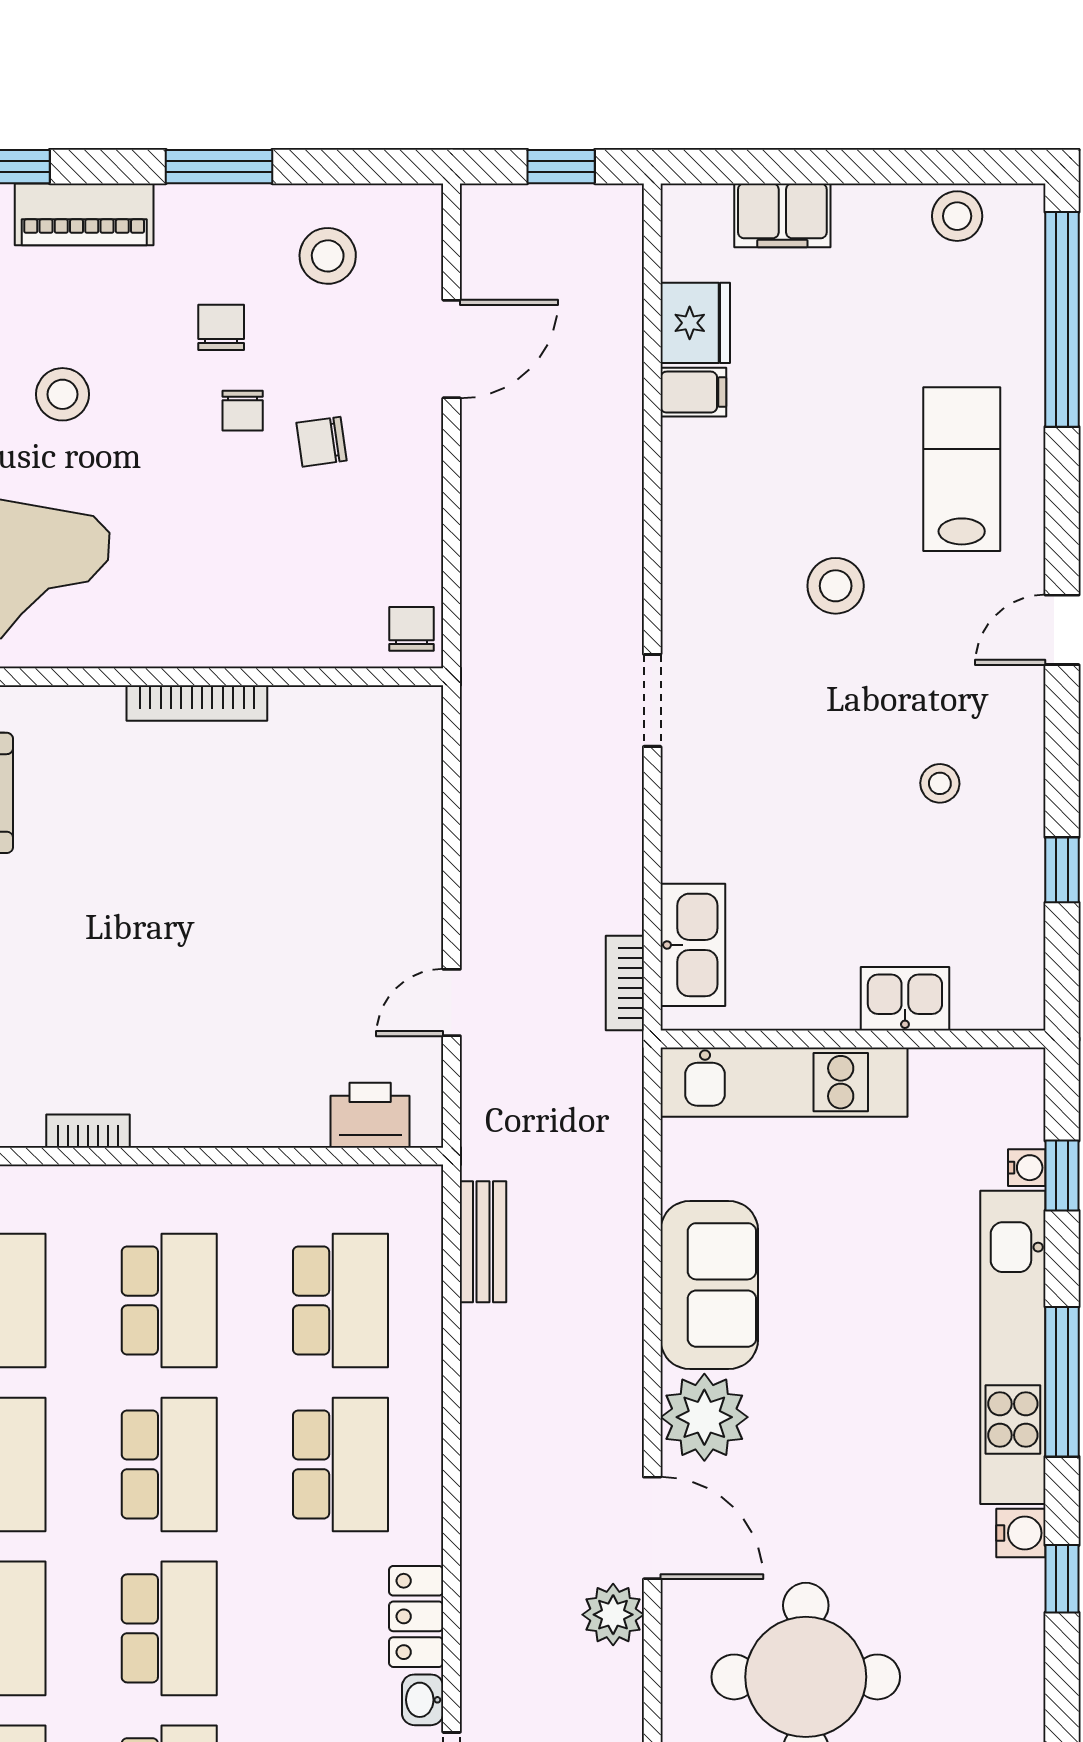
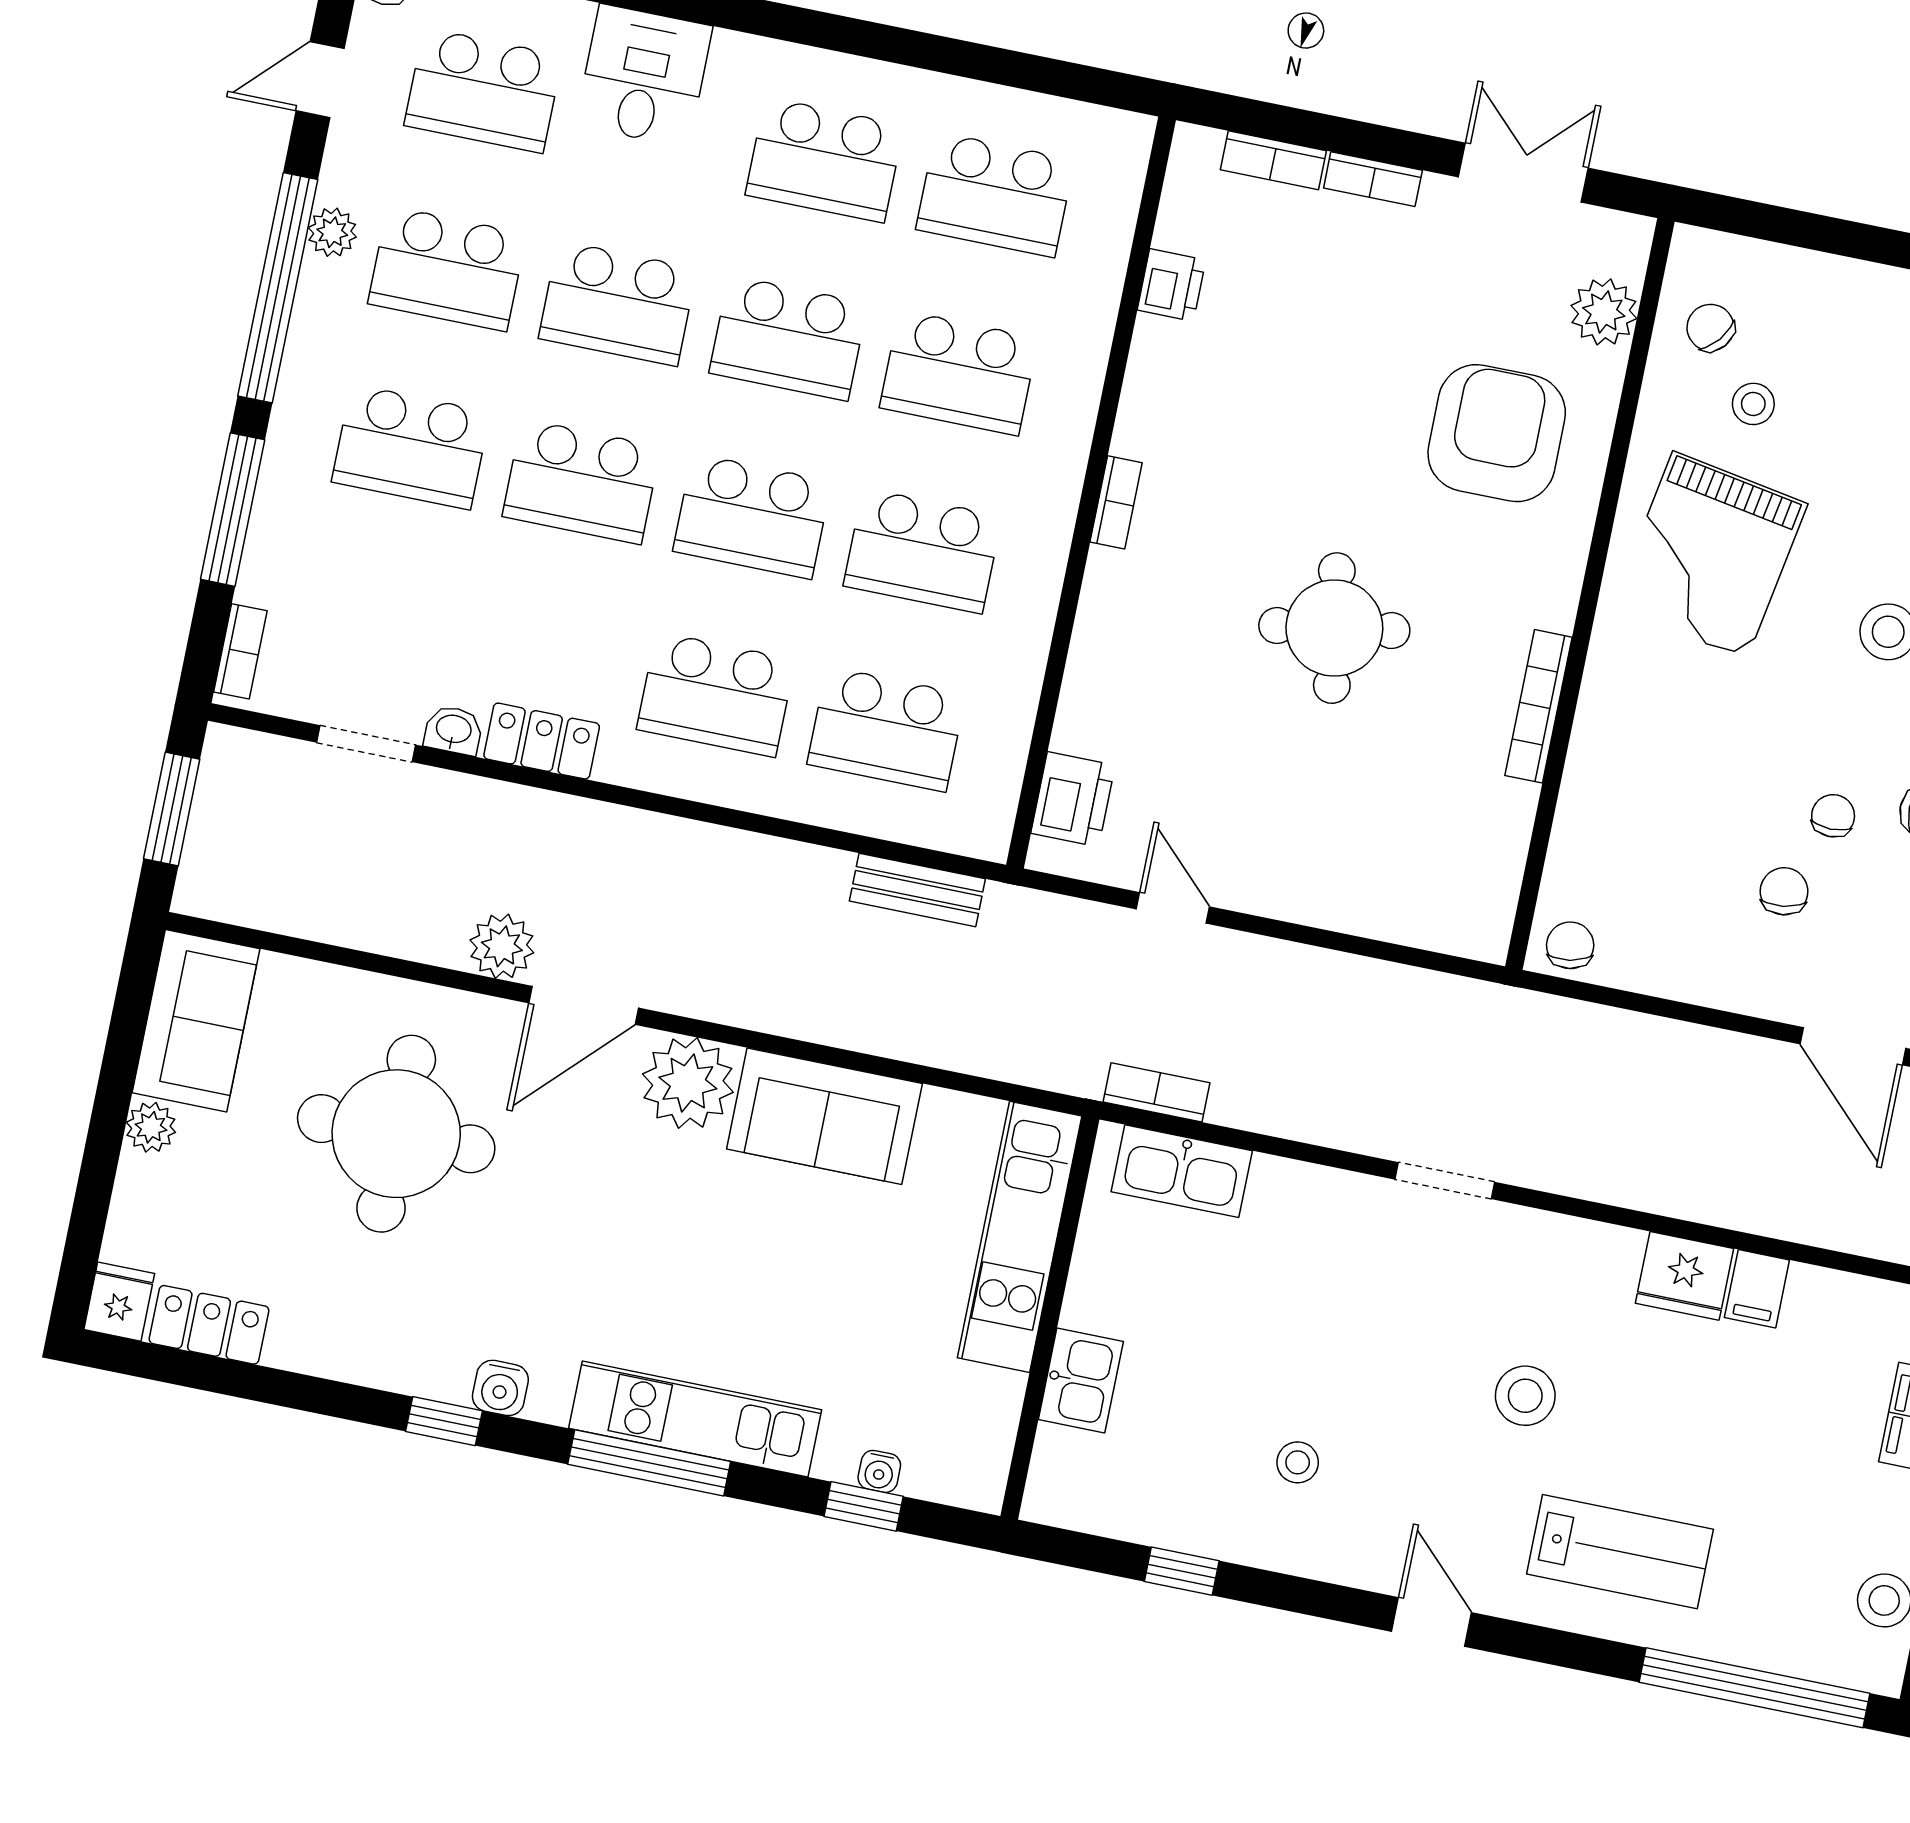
fridge: (695, 323) -> (1685, 1276), moved
chair: (243, 411) -> (1833, 816), turned 90
chair: (411, 629) -> (1570, 945), turned -100
round table: (163, 906) -> (1334, 628), added
kitchen unit: (1013, 1347) -> (695, 1419), width x0.73

